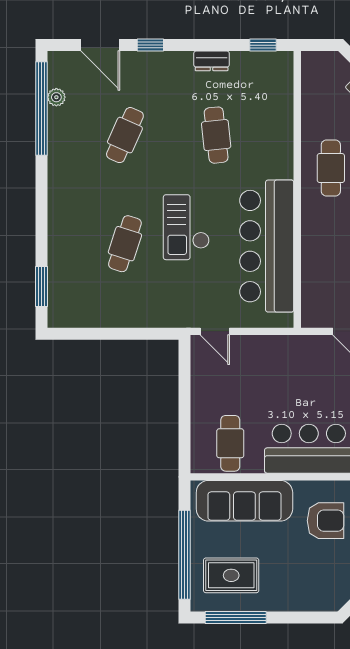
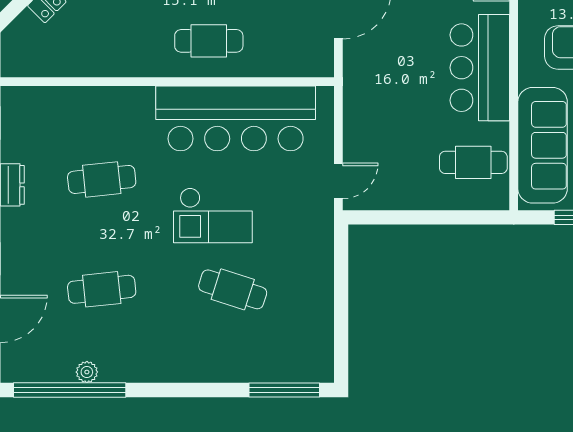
plant: (56, 97) -> (87, 372), moved
cafe table: (125, 135) -> (102, 289), turned -30
cafe table: (331, 168) -> (209, 41), moved
window: (41, 287) -> (284, 390), width x1.44

